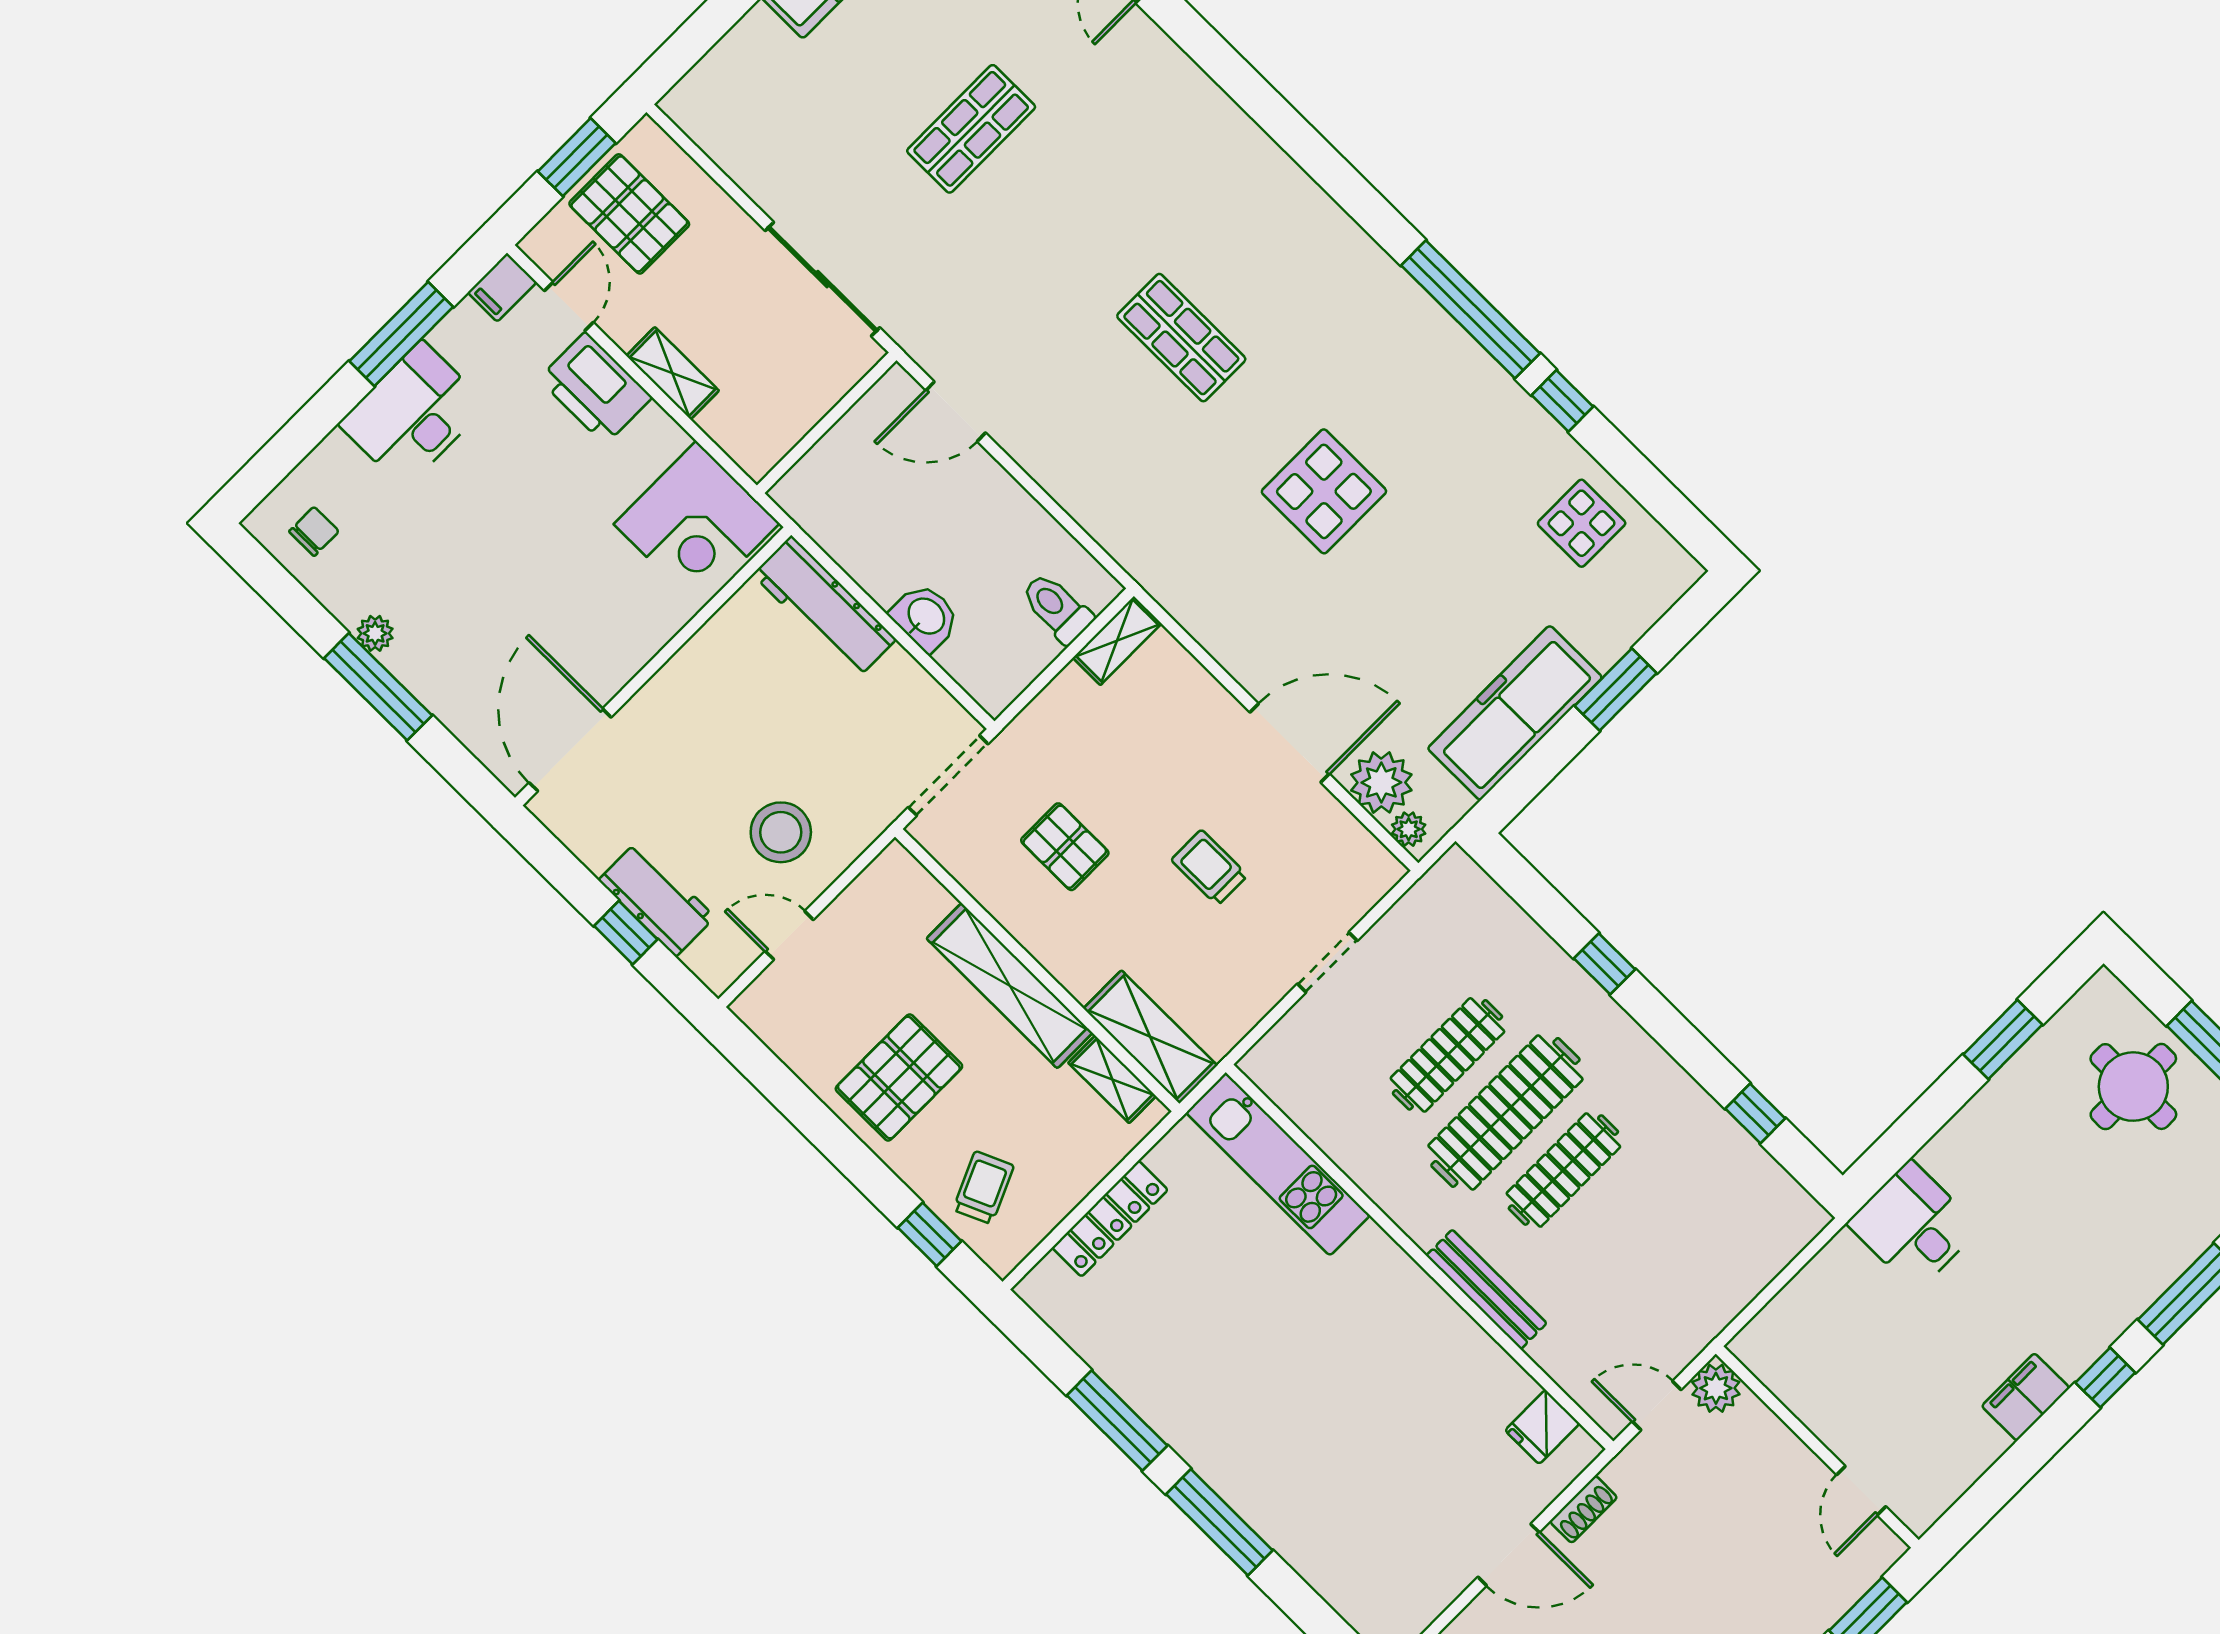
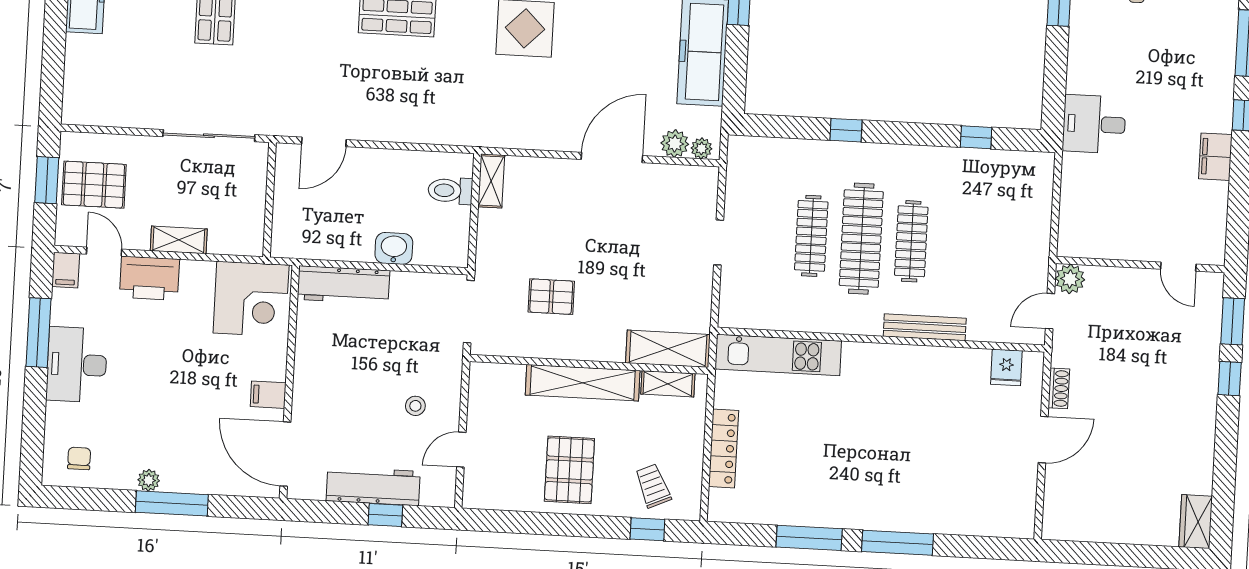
filing cabinet: (614, 659) -> (268, 395), added
plant: (1381, 782) -> (675, 144), width x0.73, depth x0.73
stool: (781, 832) -> (415, 406), width x0.53, depth x0.53
trolley: (1209, 868) -> (626, 247), removed
workbench: (657, 899) -> (373, 486), width x1.38

